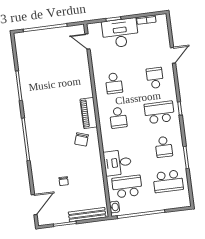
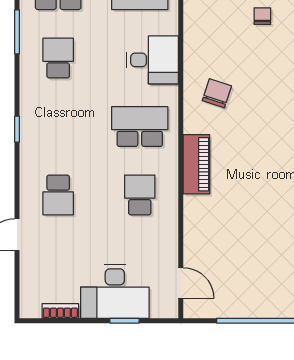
school desk: (159, 112) -> (58, 127), removed
piano: (89, 113) -> (196, 164), moved
school desk: (118, 118) -> (140, 127), width x1.85
desk: (117, 163) -> (153, 60), moved

